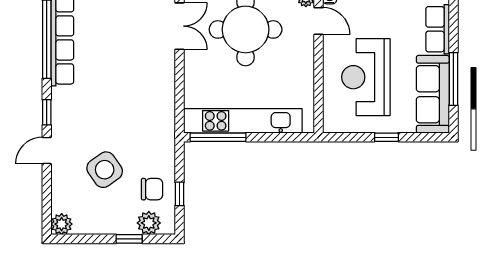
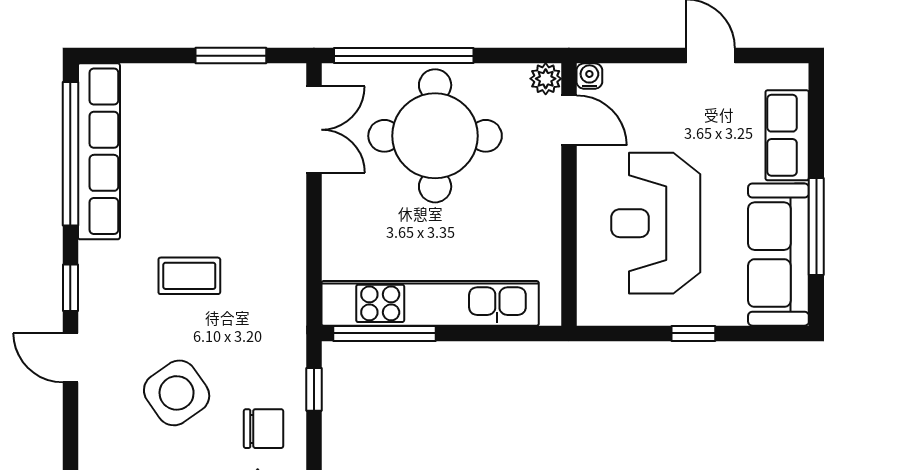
coffee table: (112, 106) -> (189, 276), added
door: (47, 150) -> (70, 358), hinge flipped
window: (180, 194) -> (314, 389), moved

